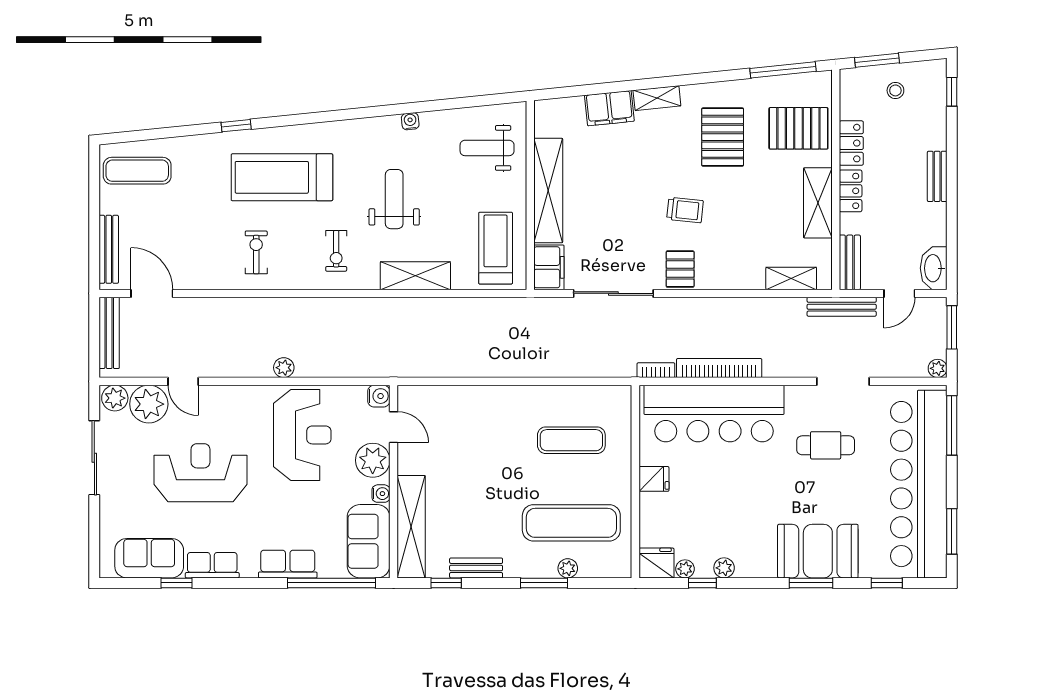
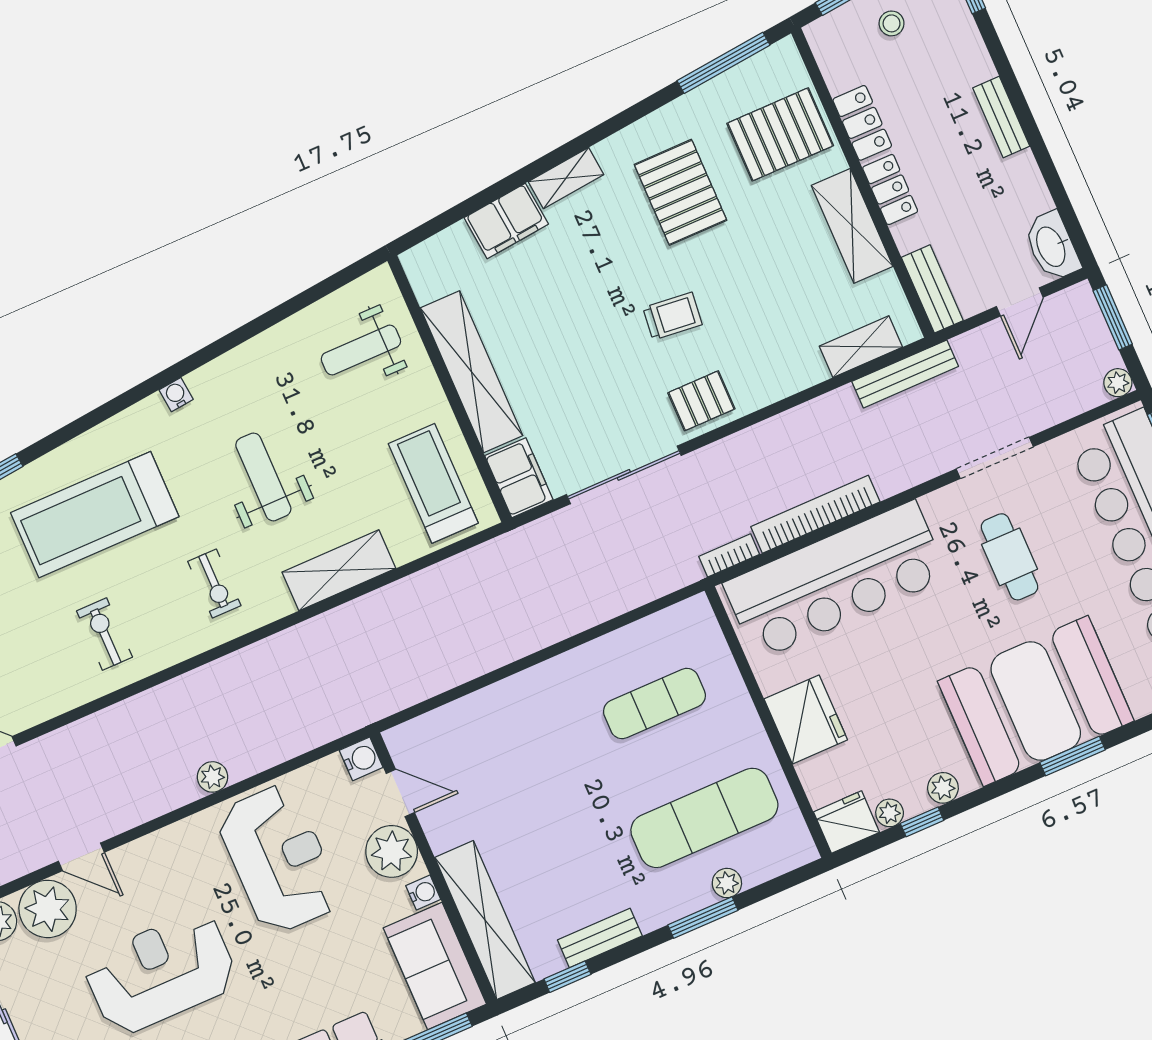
water cooler: (410, 121) -> (176, 395), moved
pallet: (680, 269) -> (701, 401), turned 90
bench: (842, 307) -> (905, 374), moved
cafe table: (826, 445) -> (1010, 557), turned 90
fridge: (654, 479) -> (806, 719), width x1.88, depth x1.34
booth: (818, 551) -> (1036, 701), width x1.36, depth x1.42

